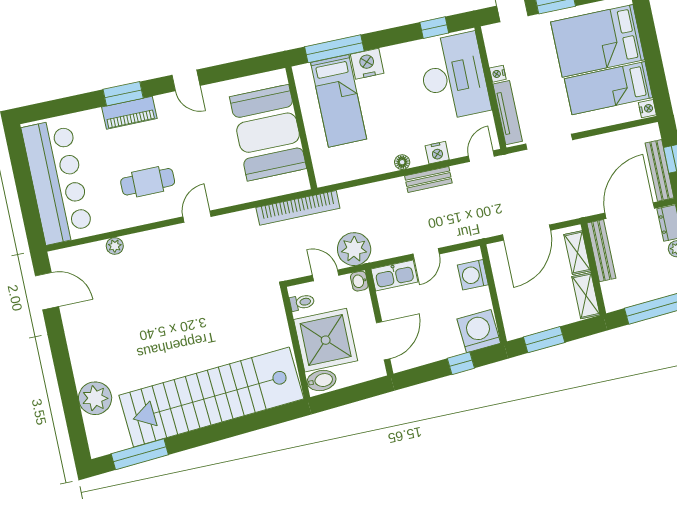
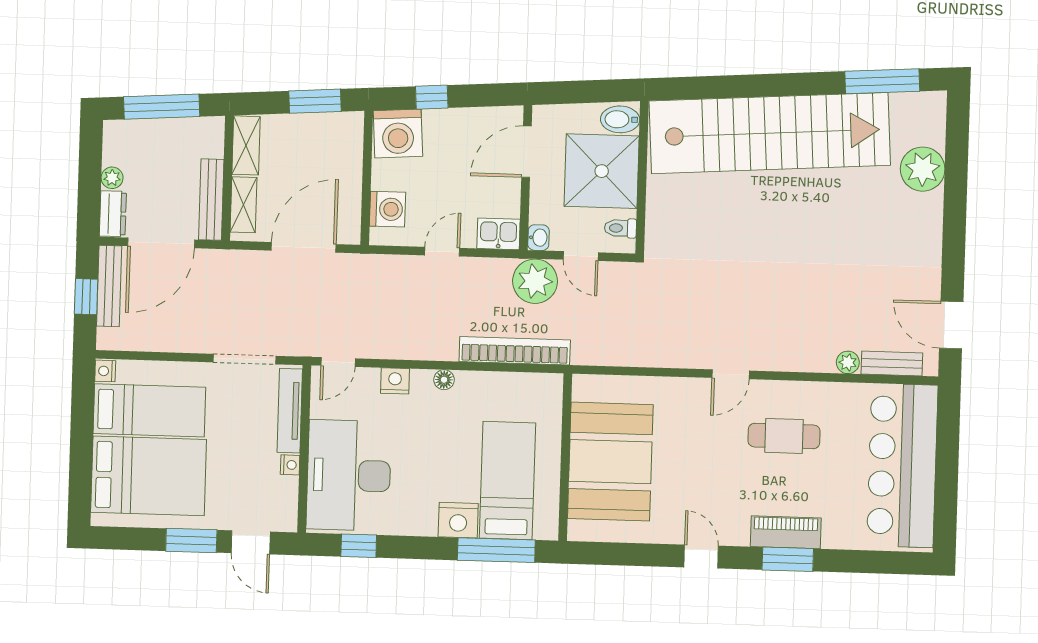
bench: (428, 179) -> (892, 364), moved
bookcase: (298, 208) -> (515, 351), moved
kitchen sink: (394, 275) -> (499, 234), width x0.73

